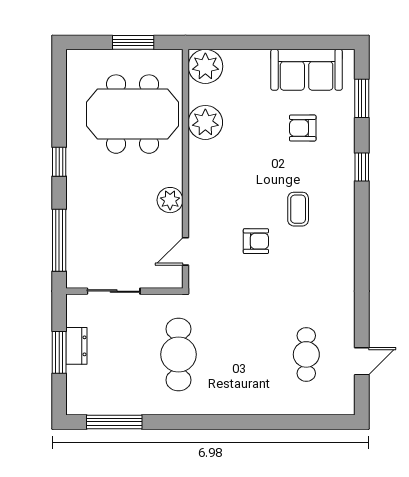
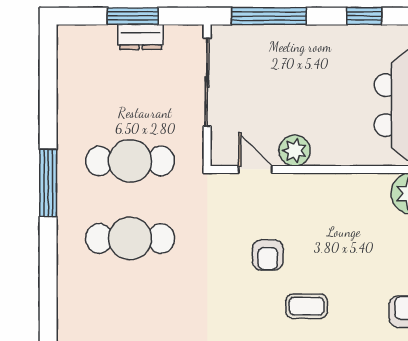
plant: (170, 200) -> (295, 151), moved
sliding door: (114, 291) -> (207, 82), width x1.37
cafe table: (306, 354) -> (130, 238), moved, width x1.37, depth x1.35
window: (114, 422) -> (48, 183), moved

